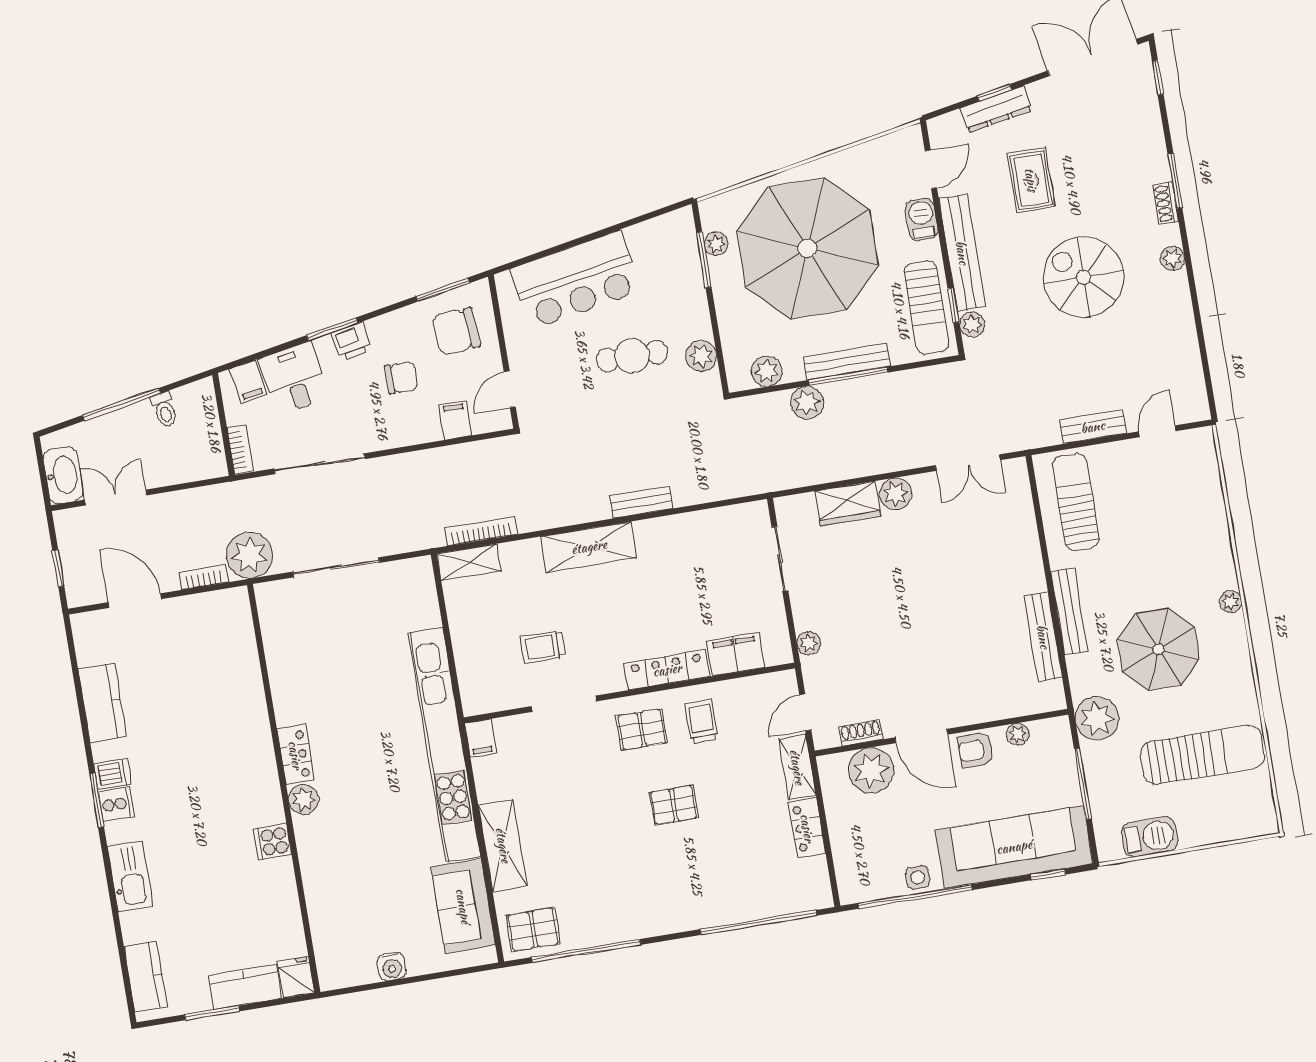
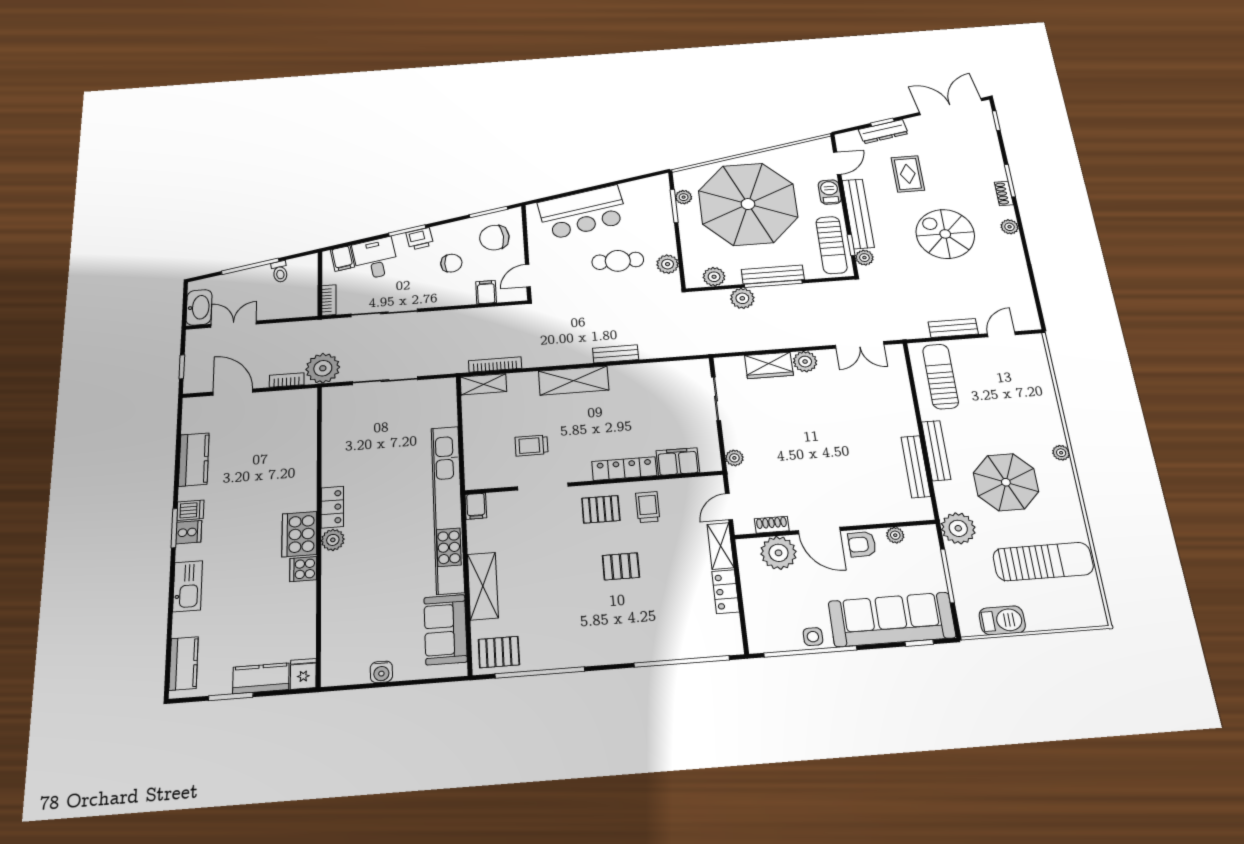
cooker: (259, 795) -> (299, 534), added

